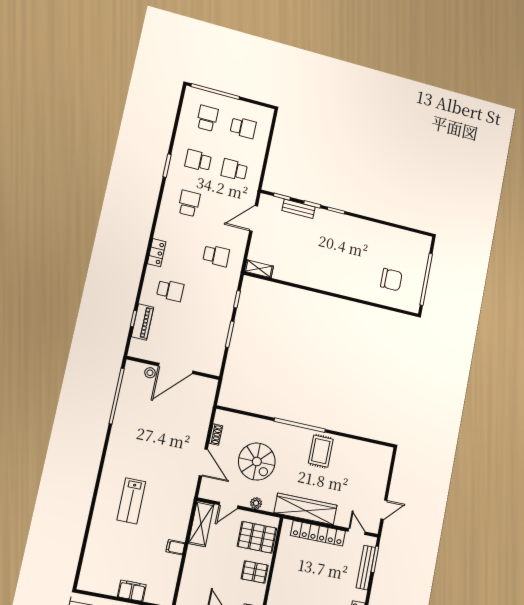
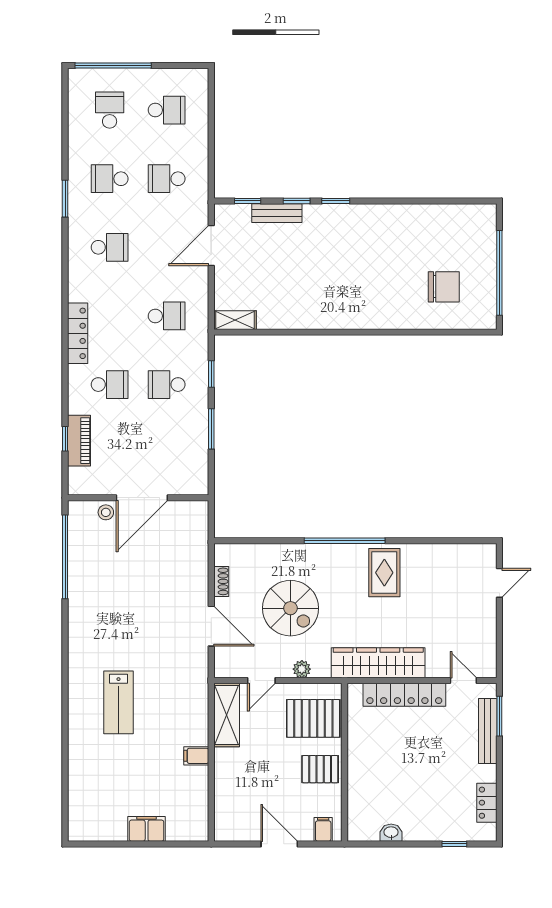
school desk: (189, 203) -> (110, 247), turned 90
locker: (157, 253) -> (78, 333), width x1.53
school desk: (207, 299) -> (167, 385), added
door: (384, 510) -> (499, 583), moved

